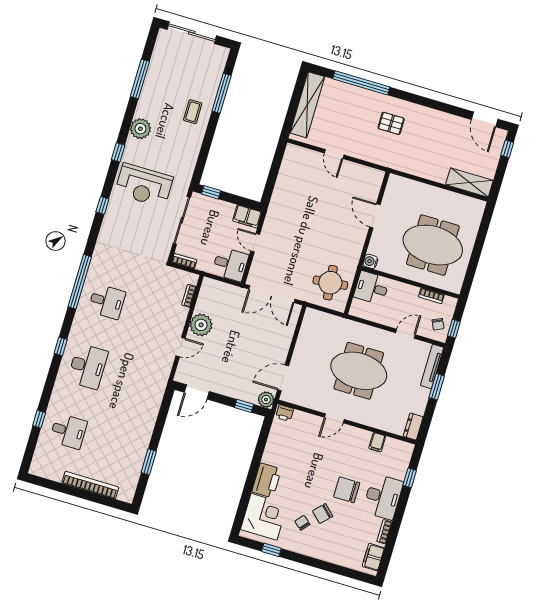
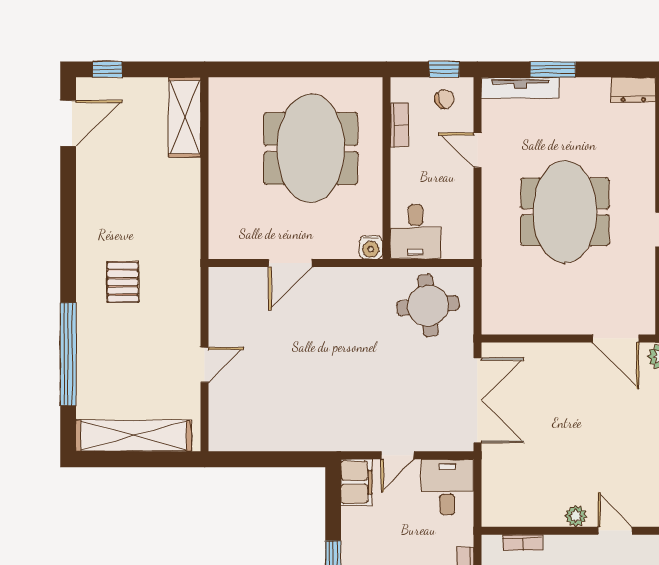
plant: (201, 325) -> (576, 516), width x0.53, depth x0.53

